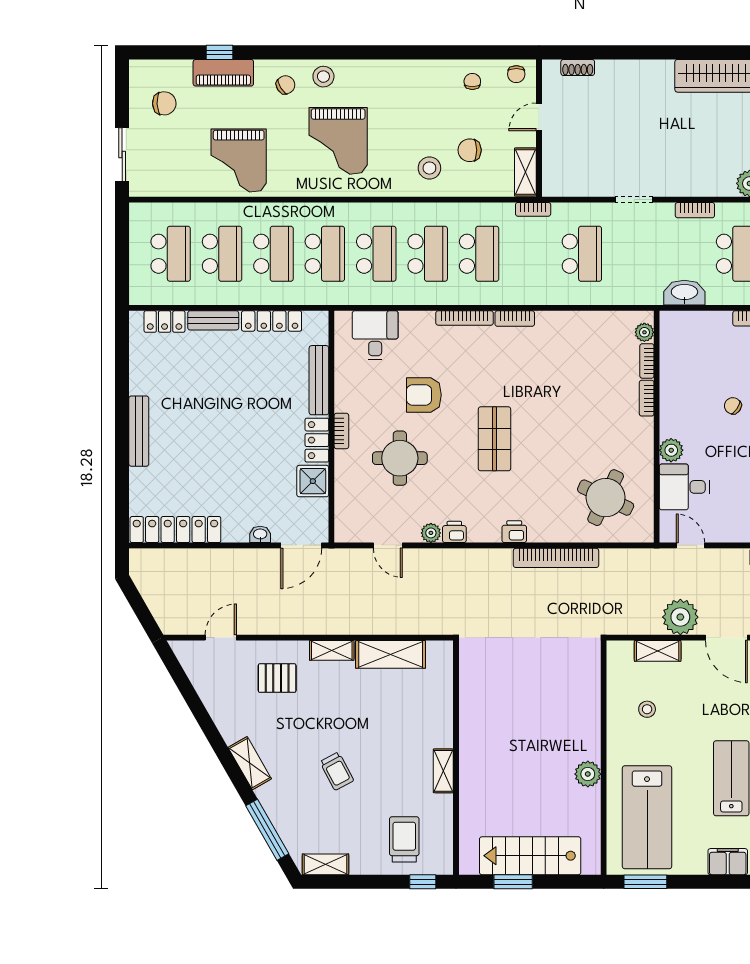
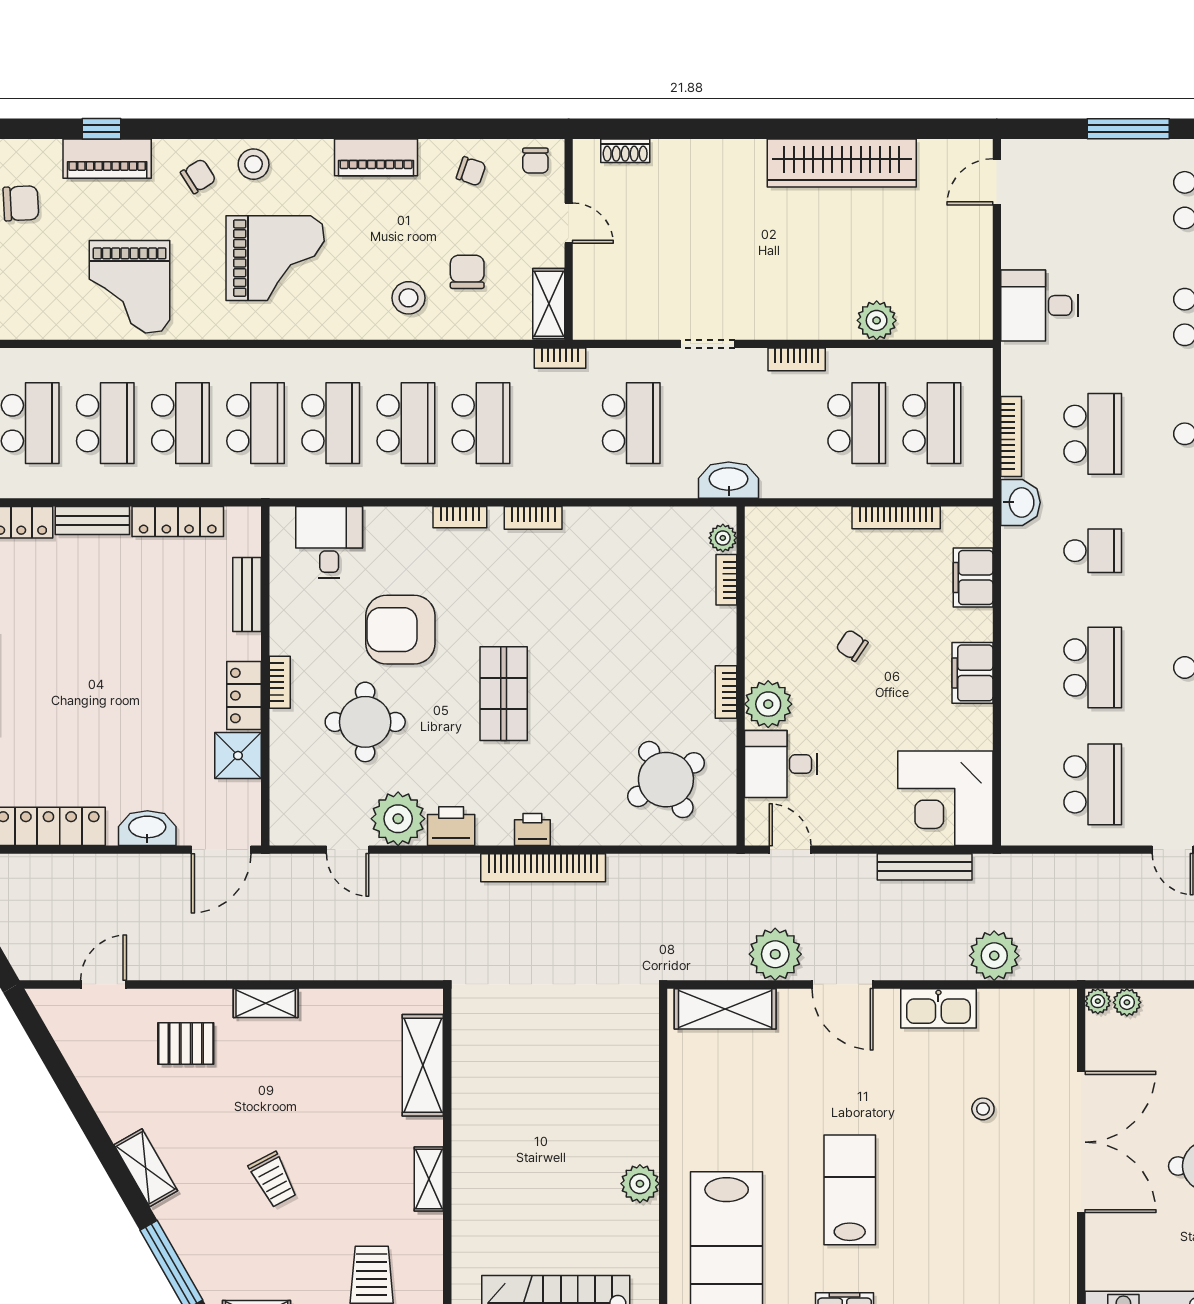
piano: (407, 72) -> (376, 157), added
chair: (472, 81) -> (471, 171), turned 109
door: (539, 117) -> (569, 223), swing flipped
grand piano: (338, 141) -> (275, 258), turned -90
chair: (470, 150) -> (467, 272), turned 90
washbasin: (684, 293) -> (729, 480), moved
bookcase: (465, 318) -> (460, 517), width x0.64
bench: (319, 380) -> (247, 594), width x0.73
armchair: (424, 395) -> (400, 630), width x1.36, depth x1.36
bookcase: (647, 398) -> (726, 692), moved
plant: (671, 450) -> (768, 704), width x1.36, depth x1.36
round table: (606, 498) -> (666, 780), turned 33
printer: (454, 532) -> (451, 826), width x1.36, depth x1.24
plant: (431, 533) -> (398, 819), width x1.87, depth x1.87
washbasin: (260, 534) -> (147, 828), width x1.91, depth x1.45
bookcase: (556, 558) -> (543, 868), moved
shelving: (658, 651) -> (725, 1009), width x1.50, depth x1.33
shelving: (391, 654) -> (423, 1065), moved, turned 90
stool: (647, 709) -> (727, 1089), removed

